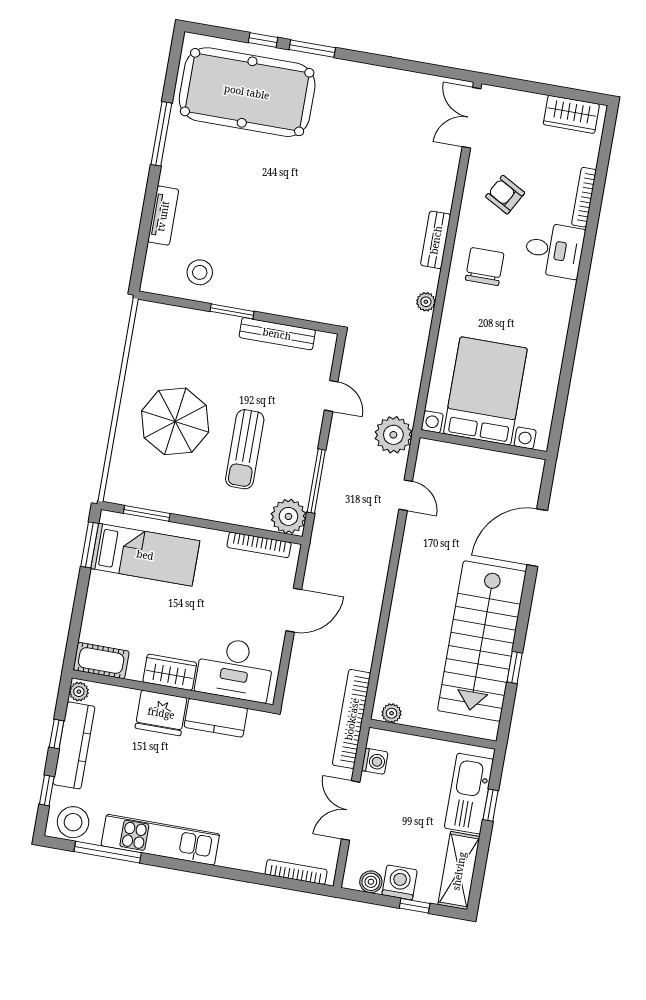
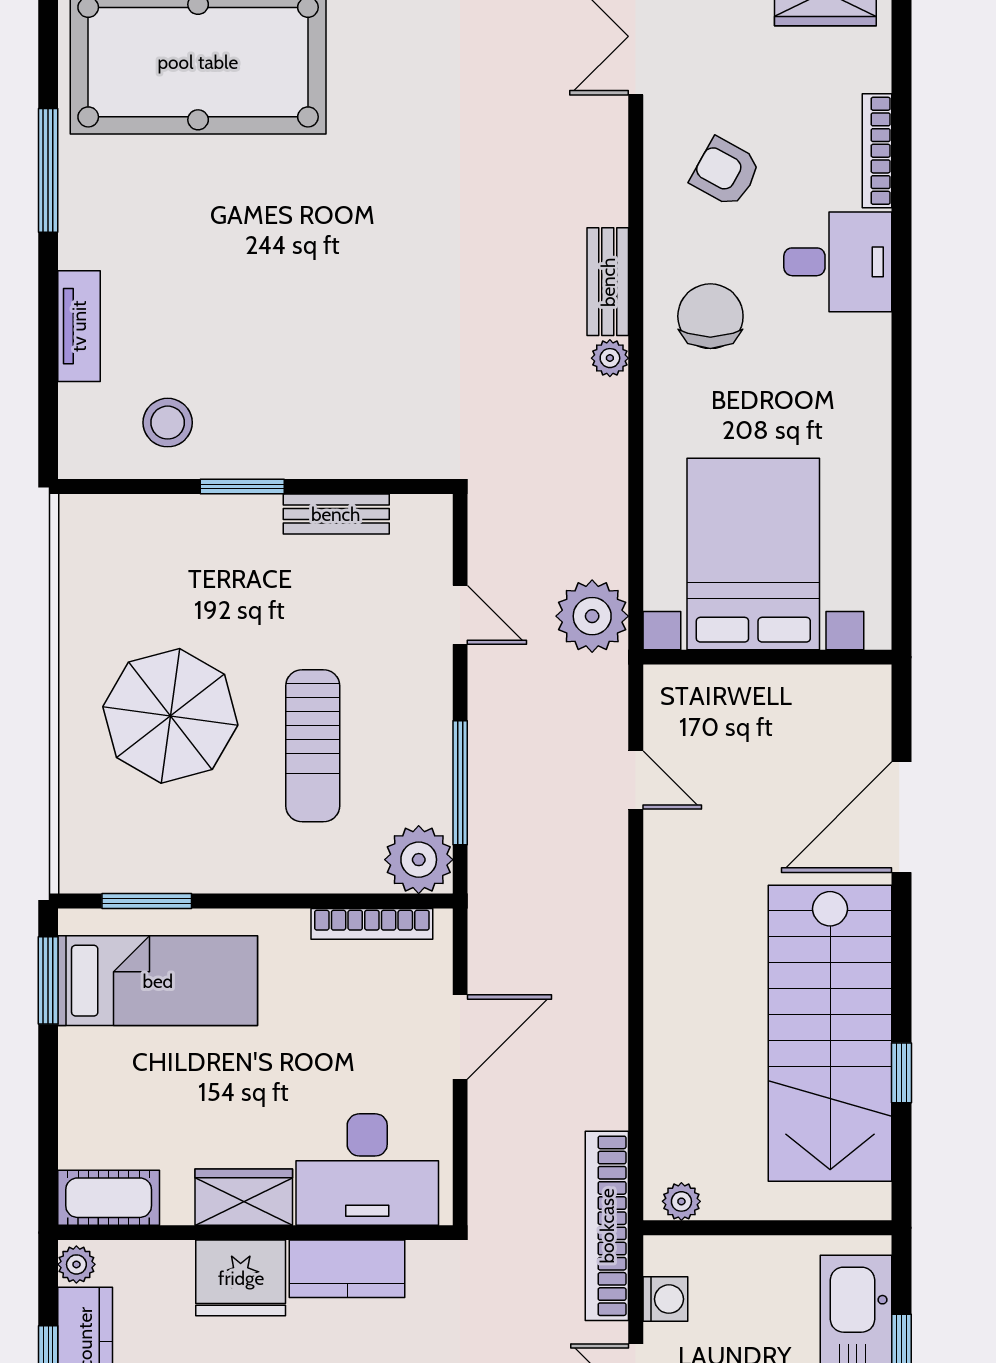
plant: (426, 302) -> (610, 358), moved
bench: (277, 334) -> (336, 514), width x0.73
plant: (393, 435) -> (592, 616), moved

